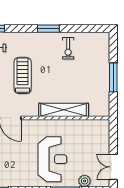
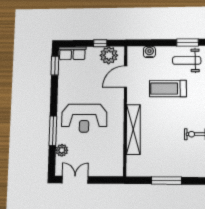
treadmill: (23, 75) -> (168, 89), turned 180

